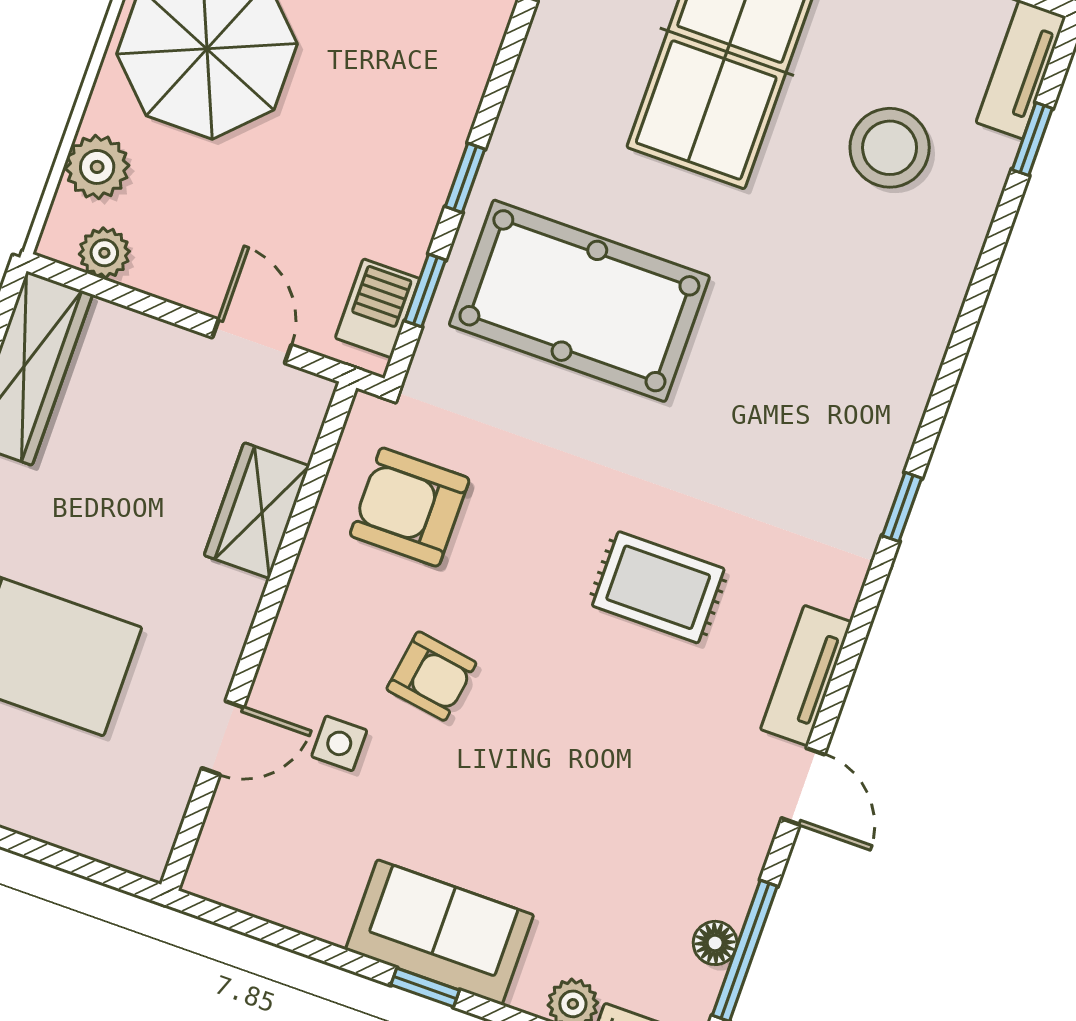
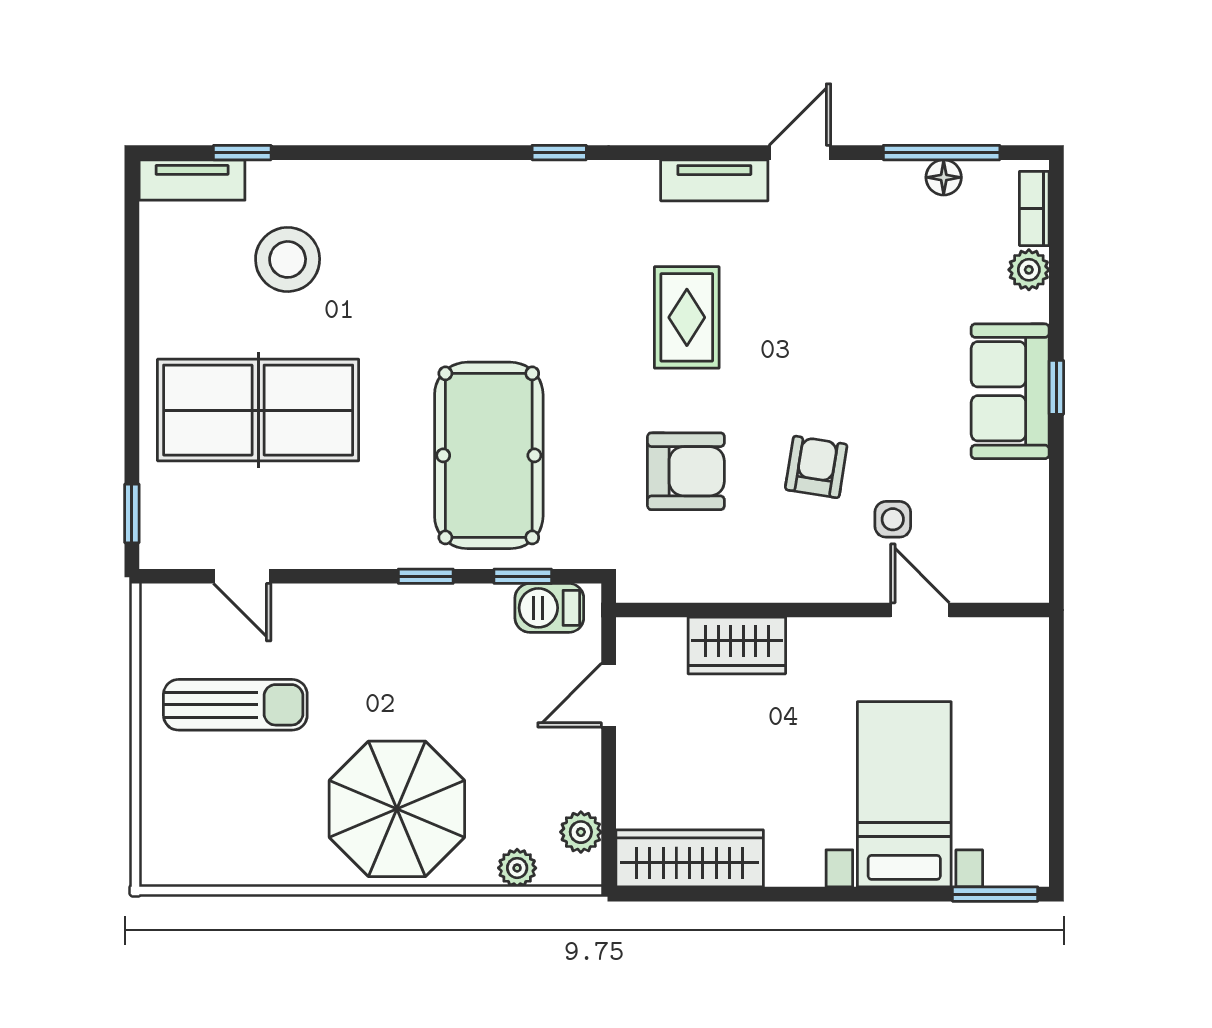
plant: (97, 167) -> (517, 868), width x0.73, depth x0.73
armchair: (410, 507) -> (686, 471), moved, turned -90

